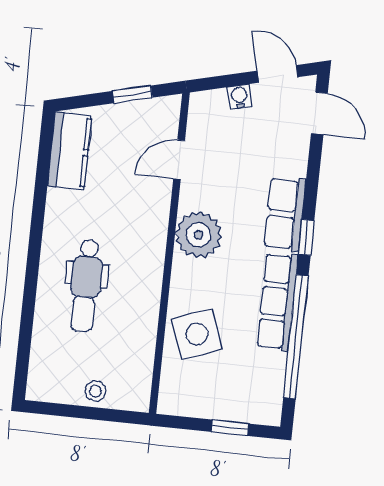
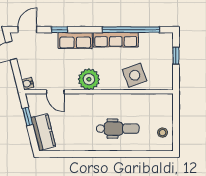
water cooler: (239, 97) -> (28, 83), moved
kitchen counter: (69, 151) -> (43, 132), moved, turned 76
window: (306, 237) -> (60, 30), moved
stool: (96, 391) -> (163, 133), moved

